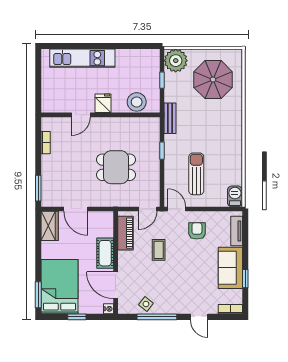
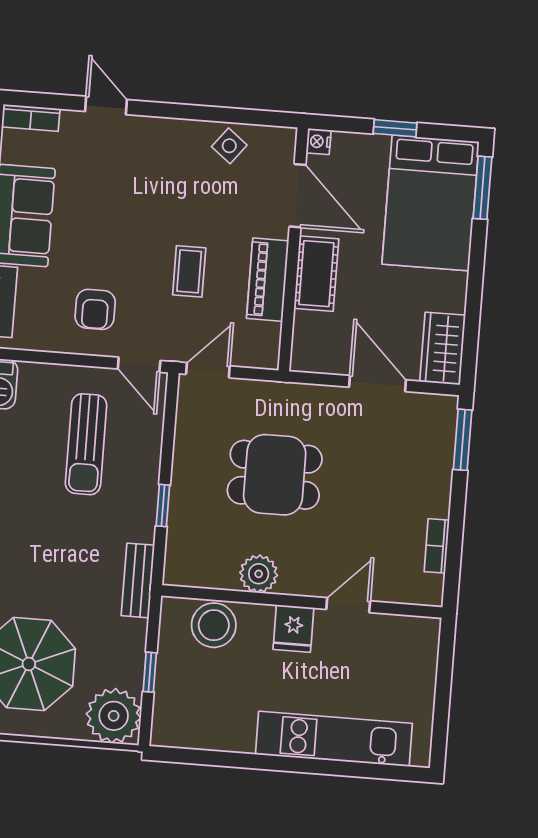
plant: (119, 125) -> (259, 574), added
piano: (125, 233) -> (268, 280), moved
window: (157, 317) -> (206, 113), removed

